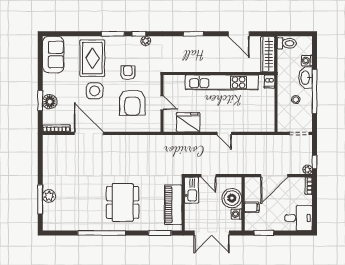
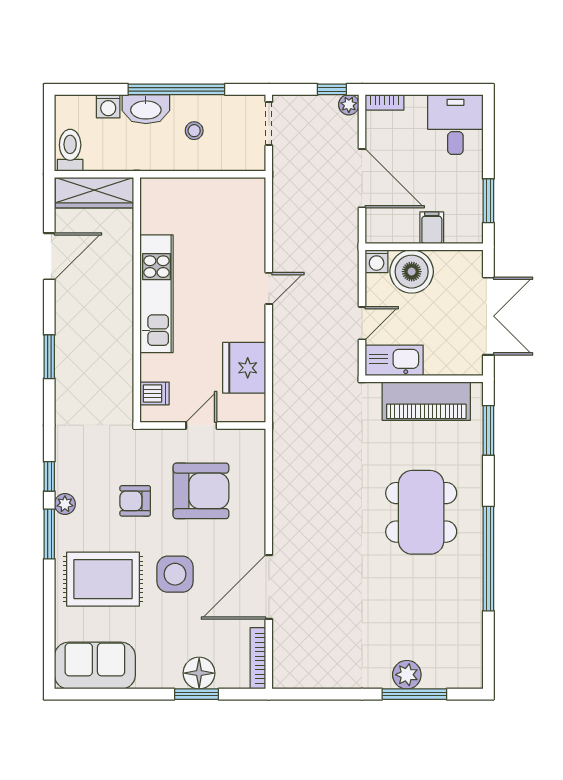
plant: (146, 41) -> (65, 504), moved
kitchen unit: (222, 82) -> (156, 294), width x0.73
dishwasher: (269, 82) -> (155, 393), moved
dining table: (123, 202) -> (421, 512), turned 90
washing machine: (237, 214) -> (377, 261), moved

